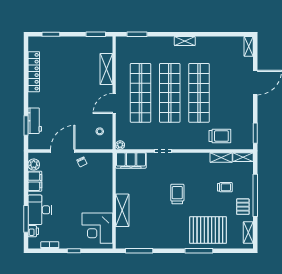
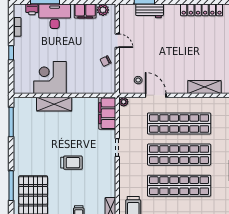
door: (114, 104) -> (156, 95), moved
door: (63, 151) -> (117, 41), width x0.53
corner desk: (97, 228) -> (50, 78), moved

